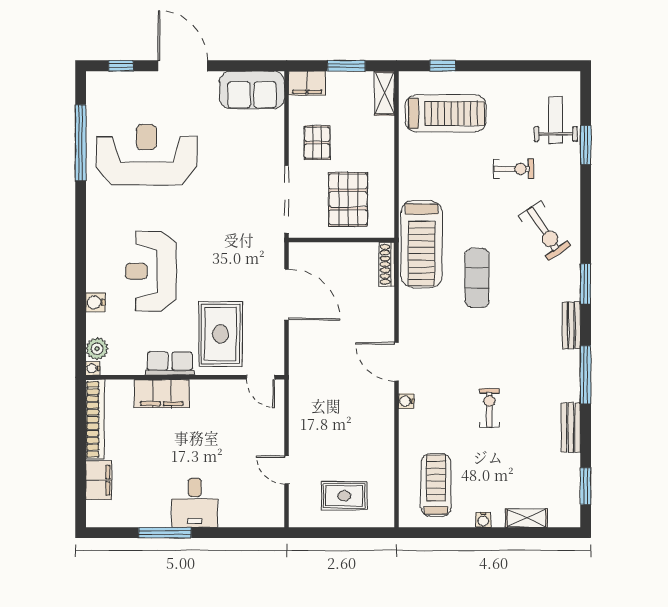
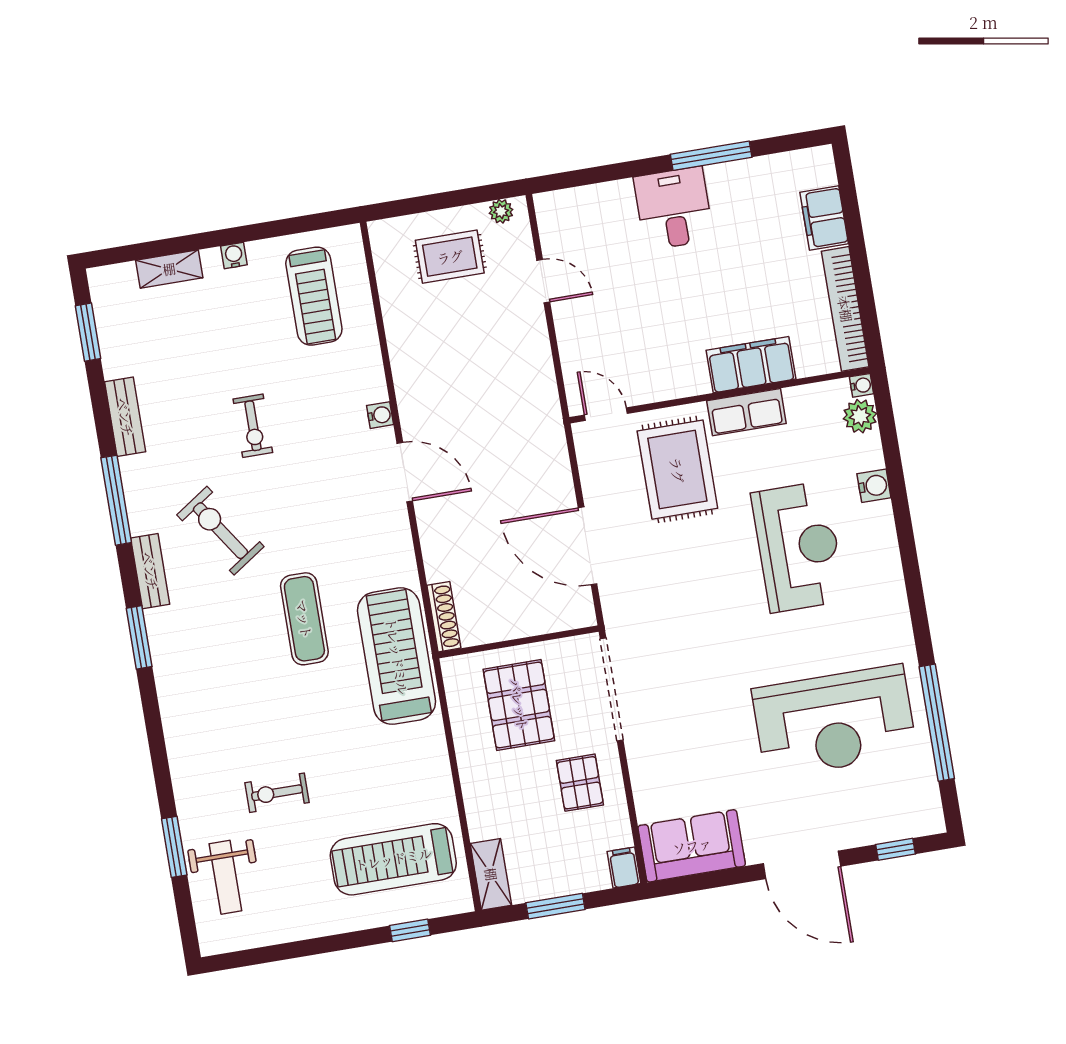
filing cabinet: (307, 83) -> (624, 868), width x0.50
exercise bike: (545, 231) -> (220, 531), moved
plant: (306, 519) -> (501, 211), added

